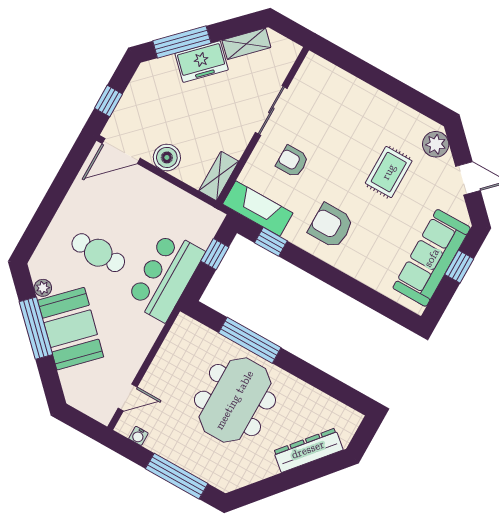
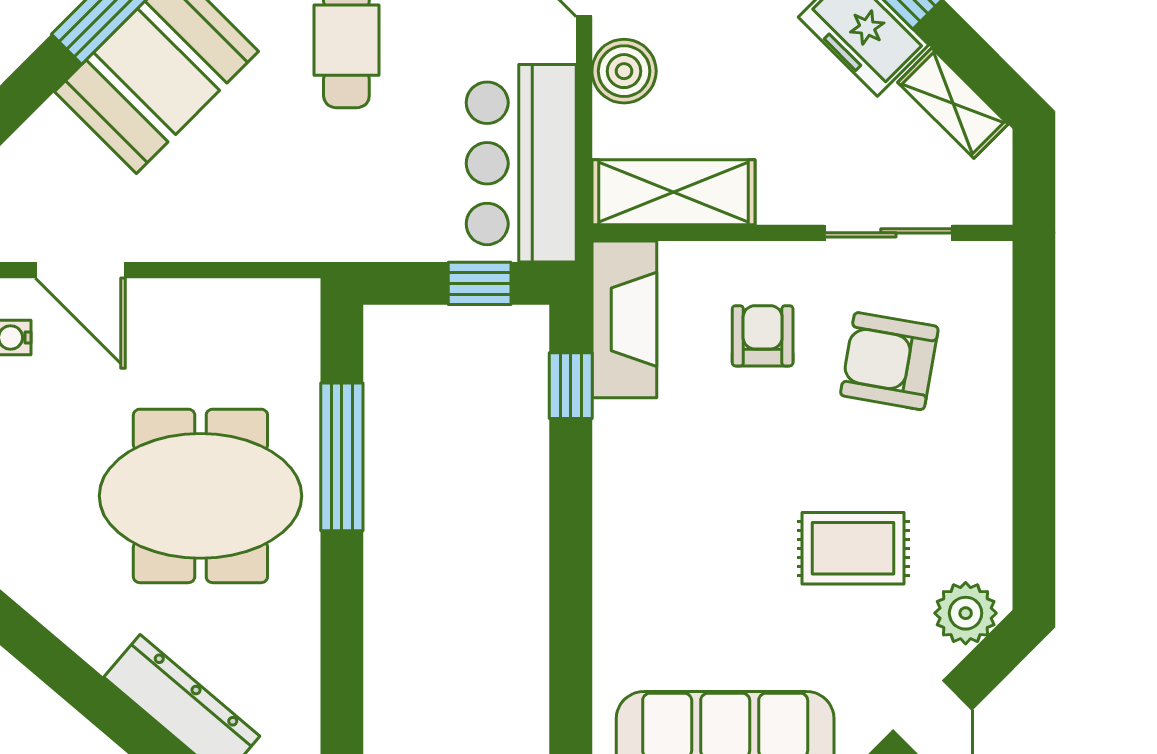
sliding door: (271, 110) -> (888, 233), moved
shelving: (219, 176) -> (673, 192), width x1.50, depth x1.33
armchair: (331, 226) -> (889, 361), moved, turned -80
bar counter: (165, 276) -> (521, 163), moved, turned -90
door: (128, 397) -> (80, 270), width x1.38

